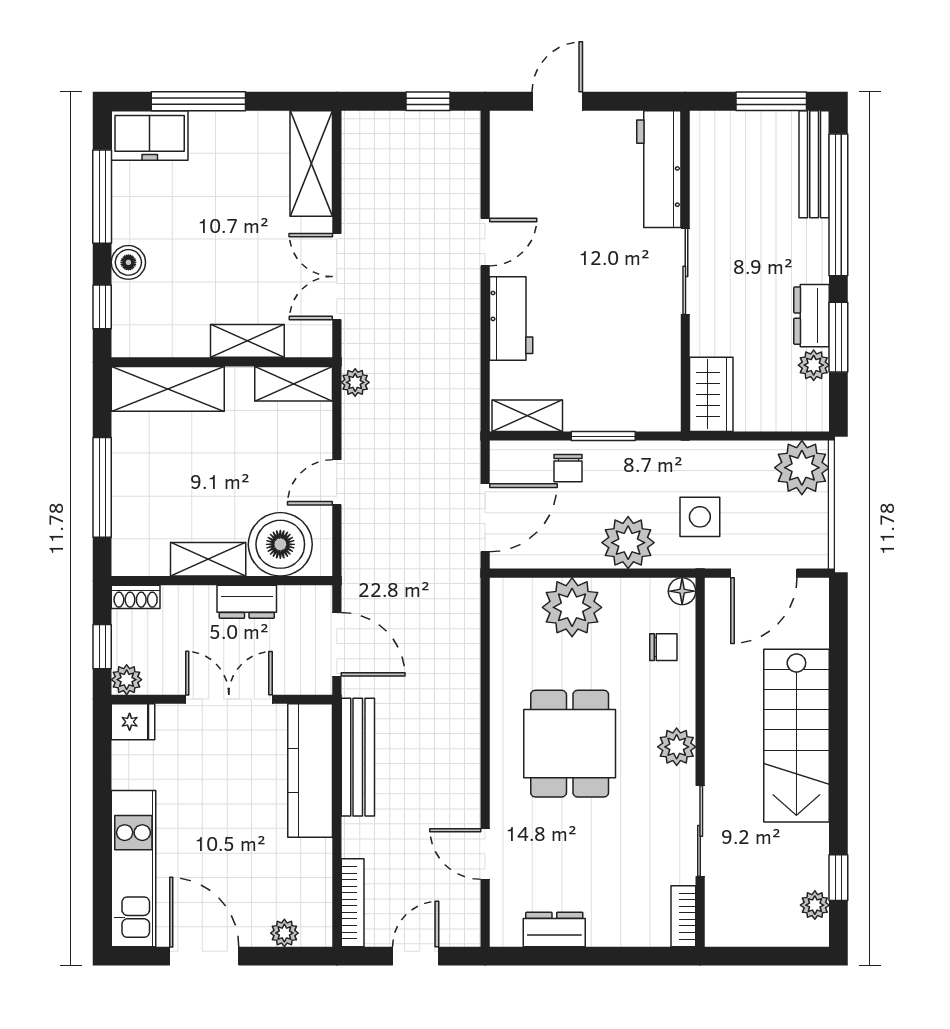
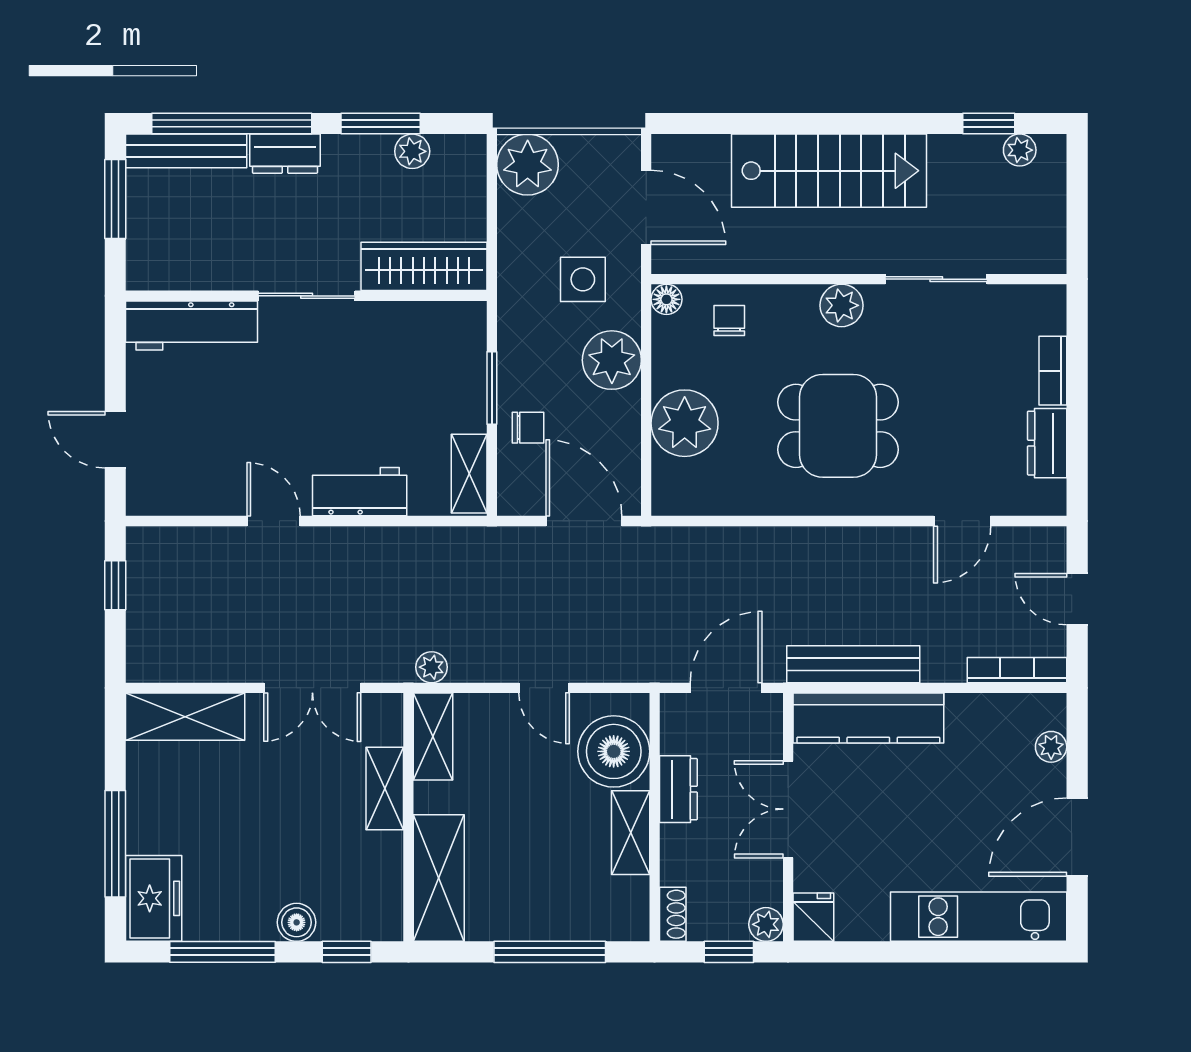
dresser: (812, 316) -> (285, 154), moved
wardrobe: (711, 394) -> (424, 266), width x1.50
bookcase: (683, 916) -> (1053, 371), moved, turned 90

